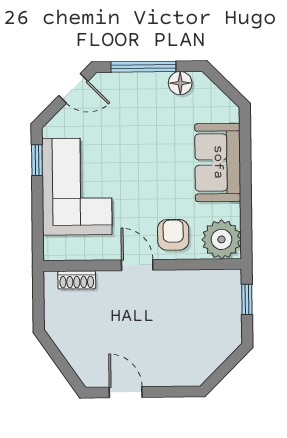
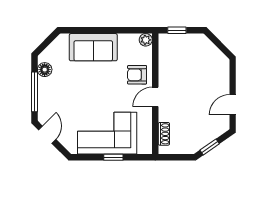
window: (37, 160) -> (113, 157), moved
plant: (221, 239) -> (146, 40), width x0.53, depth x0.53
window: (56, 355) -> (210, 147), added

